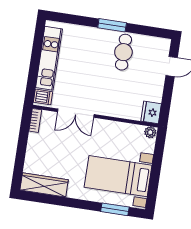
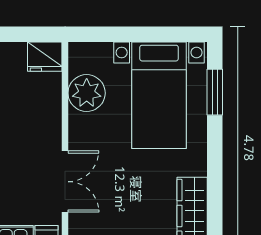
plant: (150, 132) -> (87, 93), moved, width x1.87, depth x1.87

